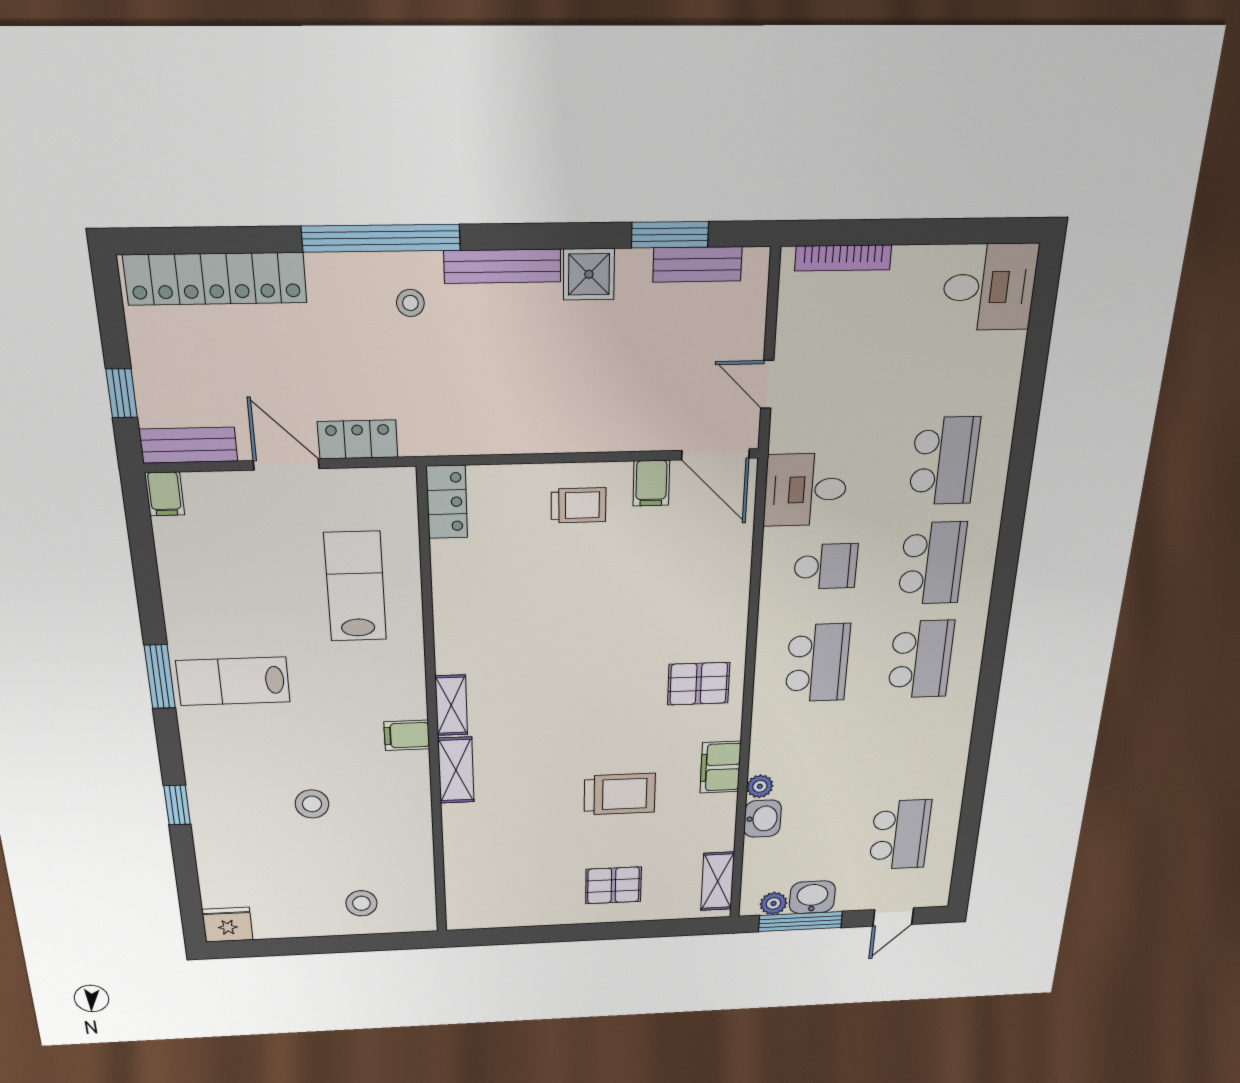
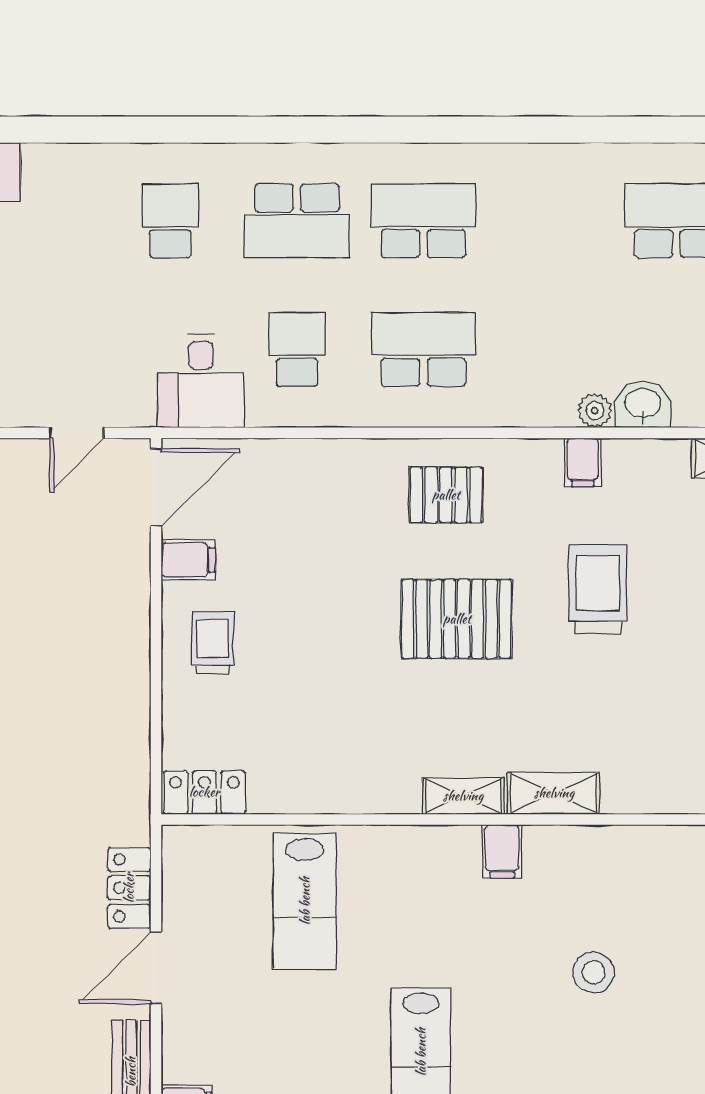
school desk: (944, 461) -> (170, 221), width x0.54
school desk: (932, 563) -> (297, 221), turned 180
lab bench: (355, 587) -> (305, 901), turned -90
pallet: (699, 684) -> (446, 495), turned 90
pallet: (597, 695) -> (457, 619), added
filing cabinet: (721, 767) -> (583, 462), width x0.50

